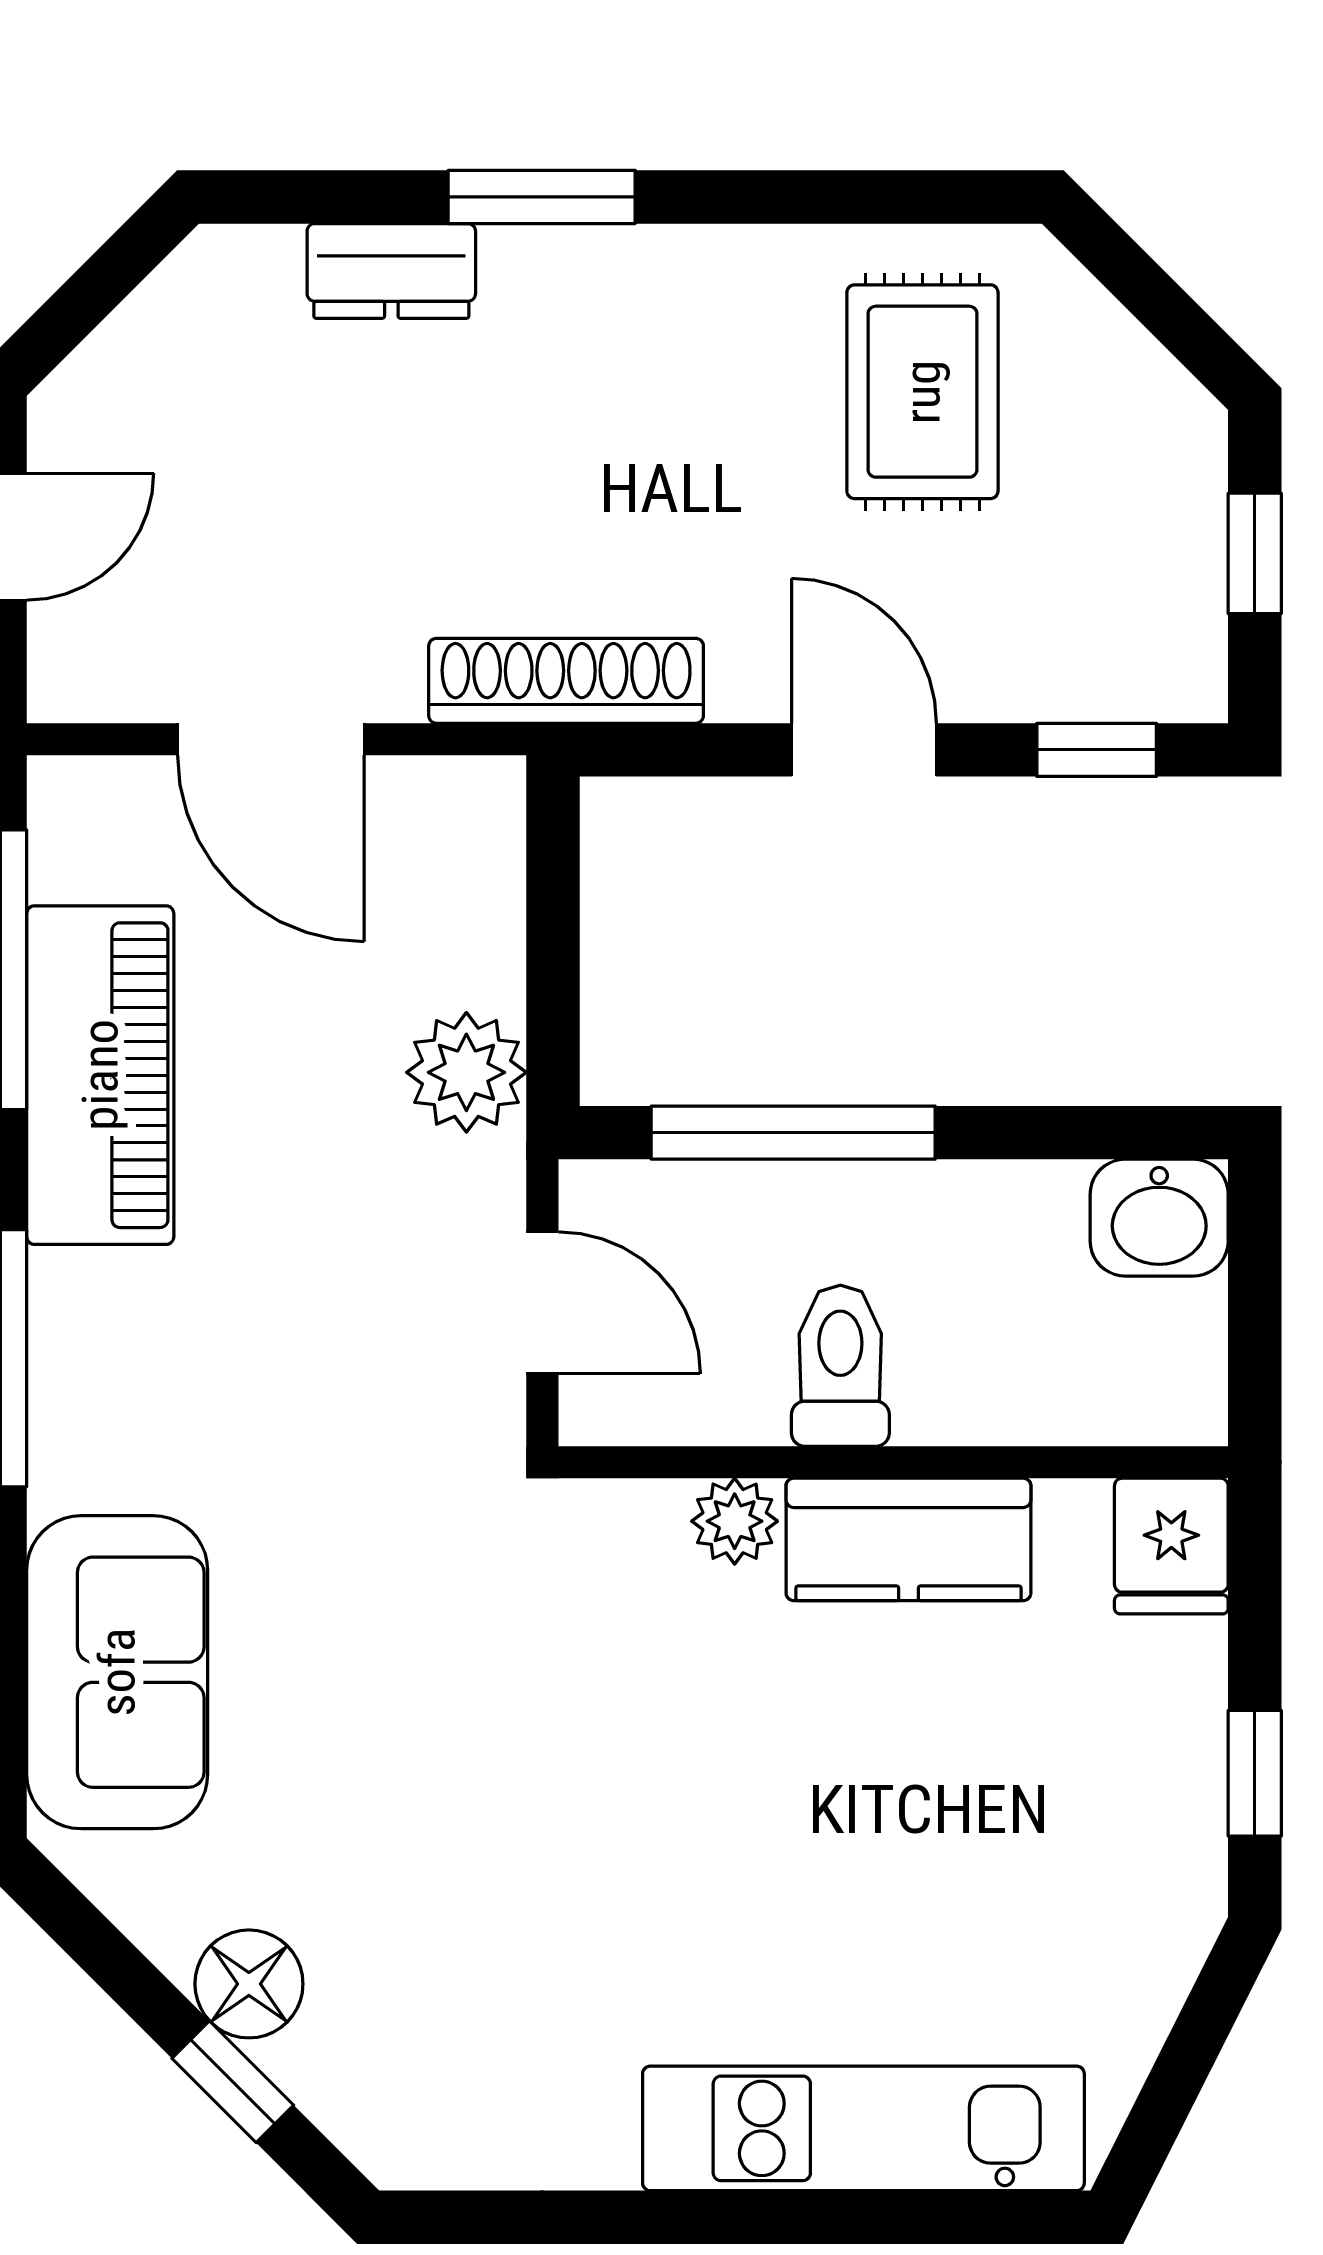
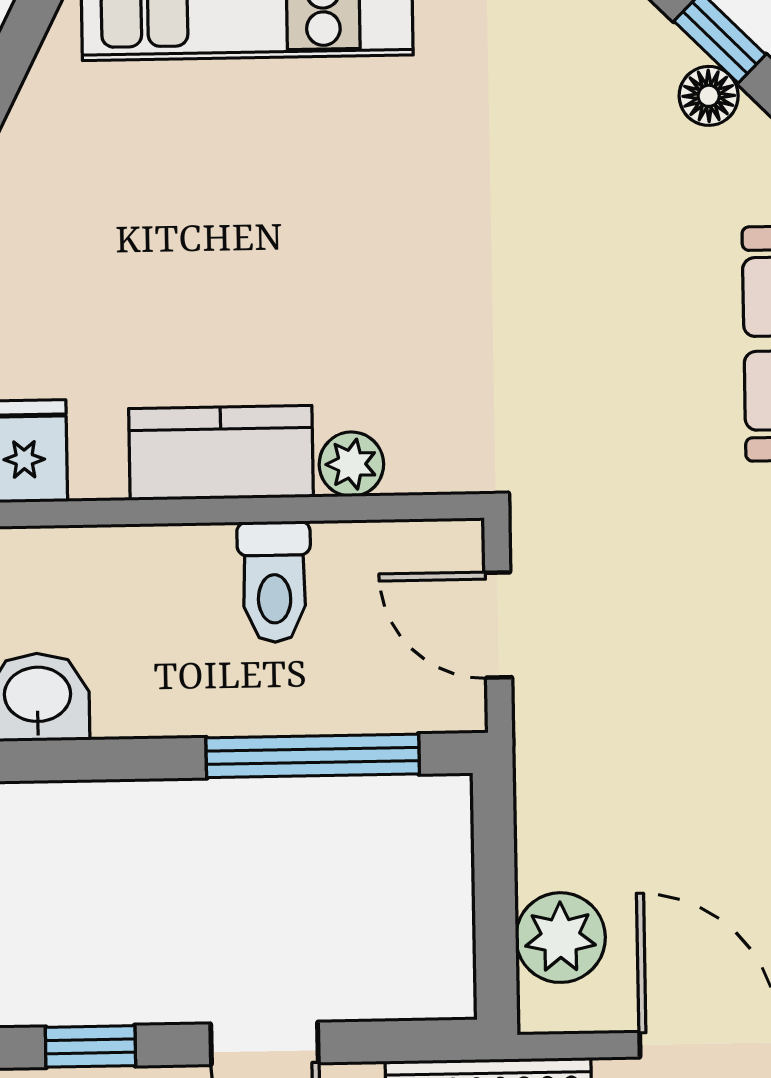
plant: (466, 1072) -> (560, 938), moved
floor lamp: (249, 1984) -> (709, 96), width x0.73, depth x0.73

